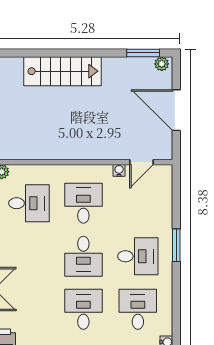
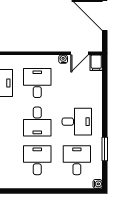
filing cabinet: (164, 175) -> (96, 63), added
window: (176, 245) -> (105, 149), moved

